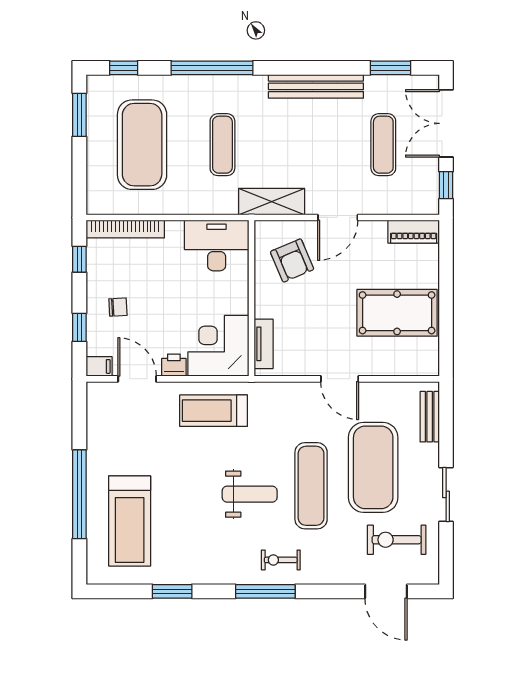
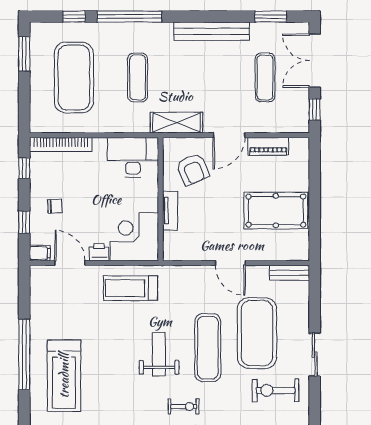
window: (124, 68) -> (74, 17), moved
piano: (414, 232) -> (268, 146), moved
tv unit: (264, 344) -> (170, 211), moved
bench: (430, 417) -> (289, 273), moved, turned 90
weight bench: (250, 494) -> (159, 354), turned -90
exercise bike: (281, 560) -> (184, 406), turned 180

